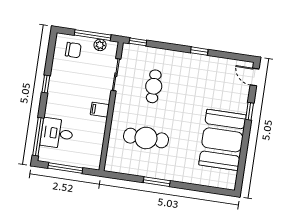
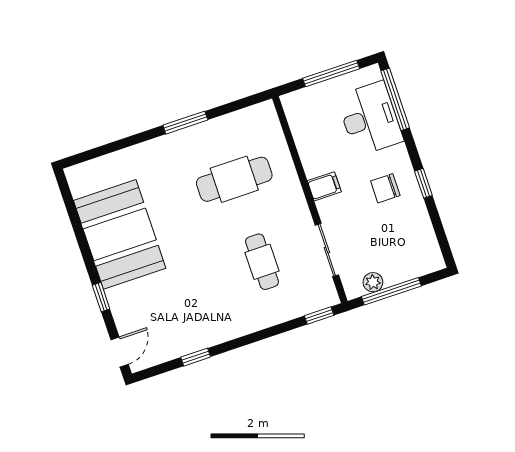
chair: (73, 50) -> (385, 188), moved
window: (199, 51) -> (196, 357), moved
door: (255, 77) -> (120, 352), hinge flipped
desk: (57, 133) -> (370, 119), width x1.37

